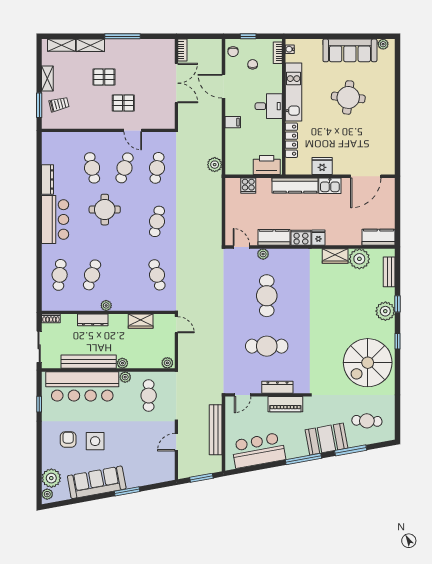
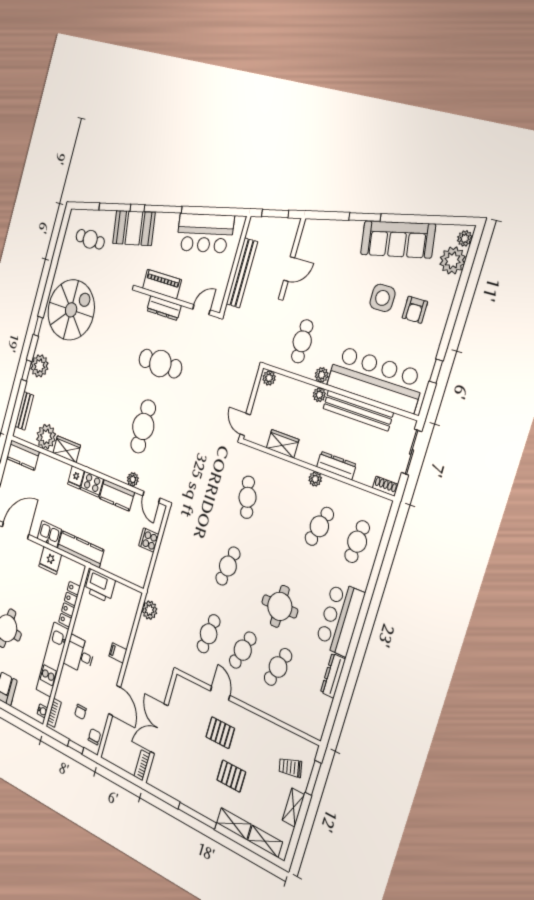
cafe table: (92, 168) -> (278, 667), turned 30
cooker: (248, 186) -> (149, 540), moved, turned -90

